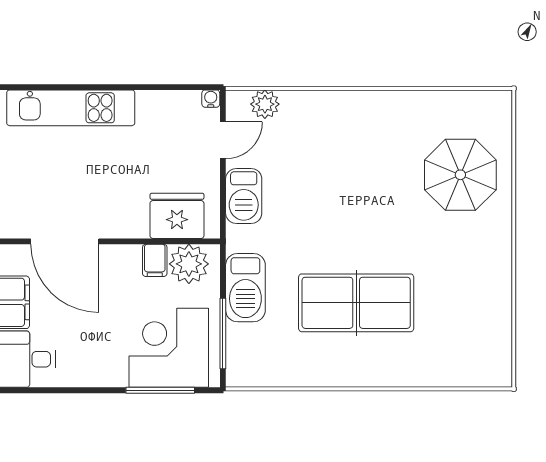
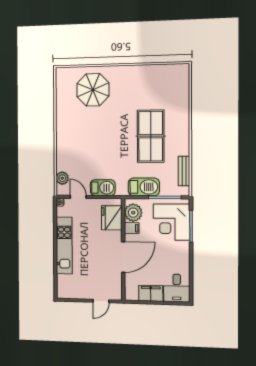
kitchen unit: (71, 108) -> (64, 245), moved
door: (65, 241) -> (123, 257), moved
bench: (280, 375) -> (184, 171), added

